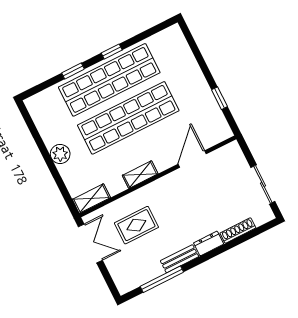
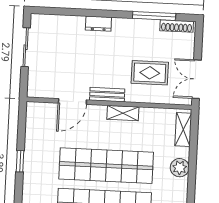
window: (220, 98) -> (20, 161), moved
shelving: (91, 199) -> (183, 130), moved, turned 90
shoe rack: (238, 230) -> (177, 26), moved
bench: (180, 259) -> (107, 95), moved

